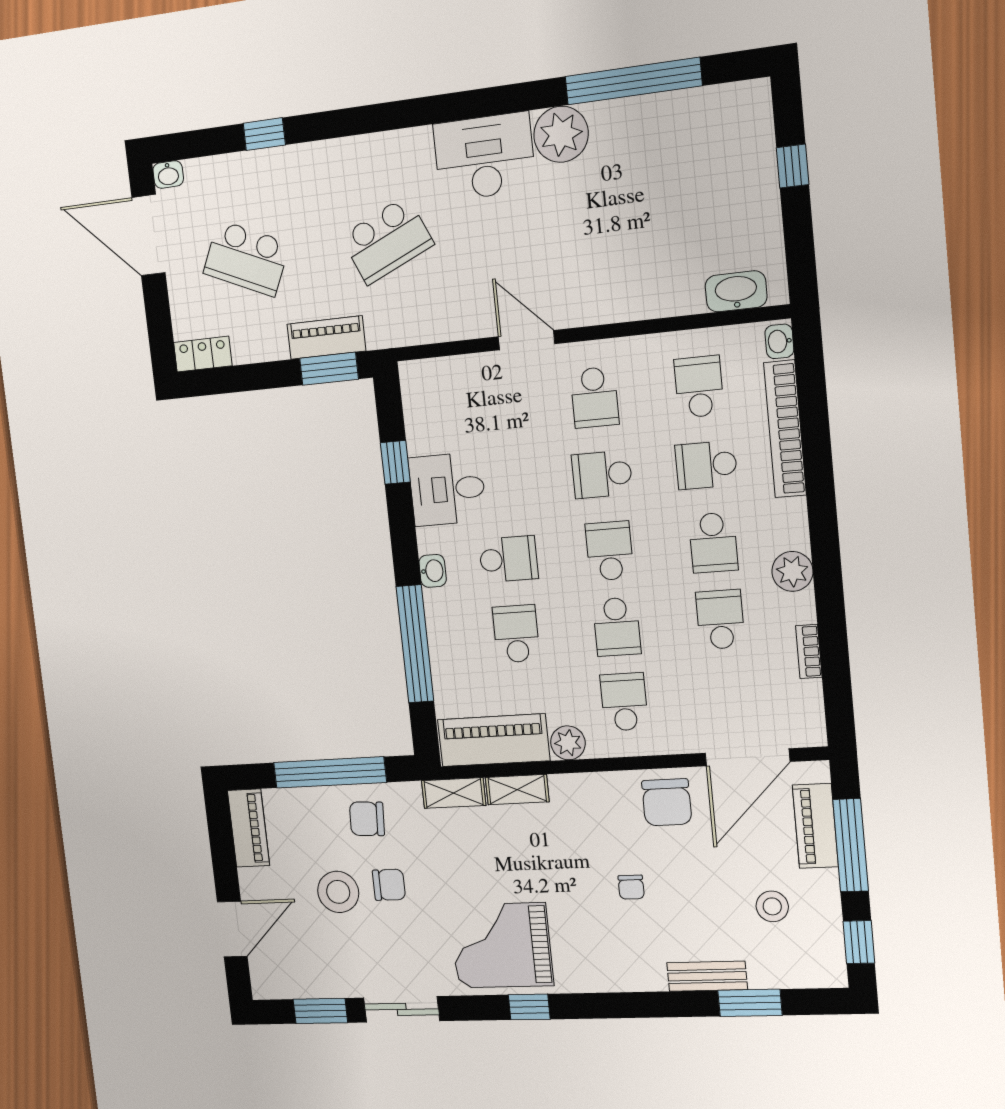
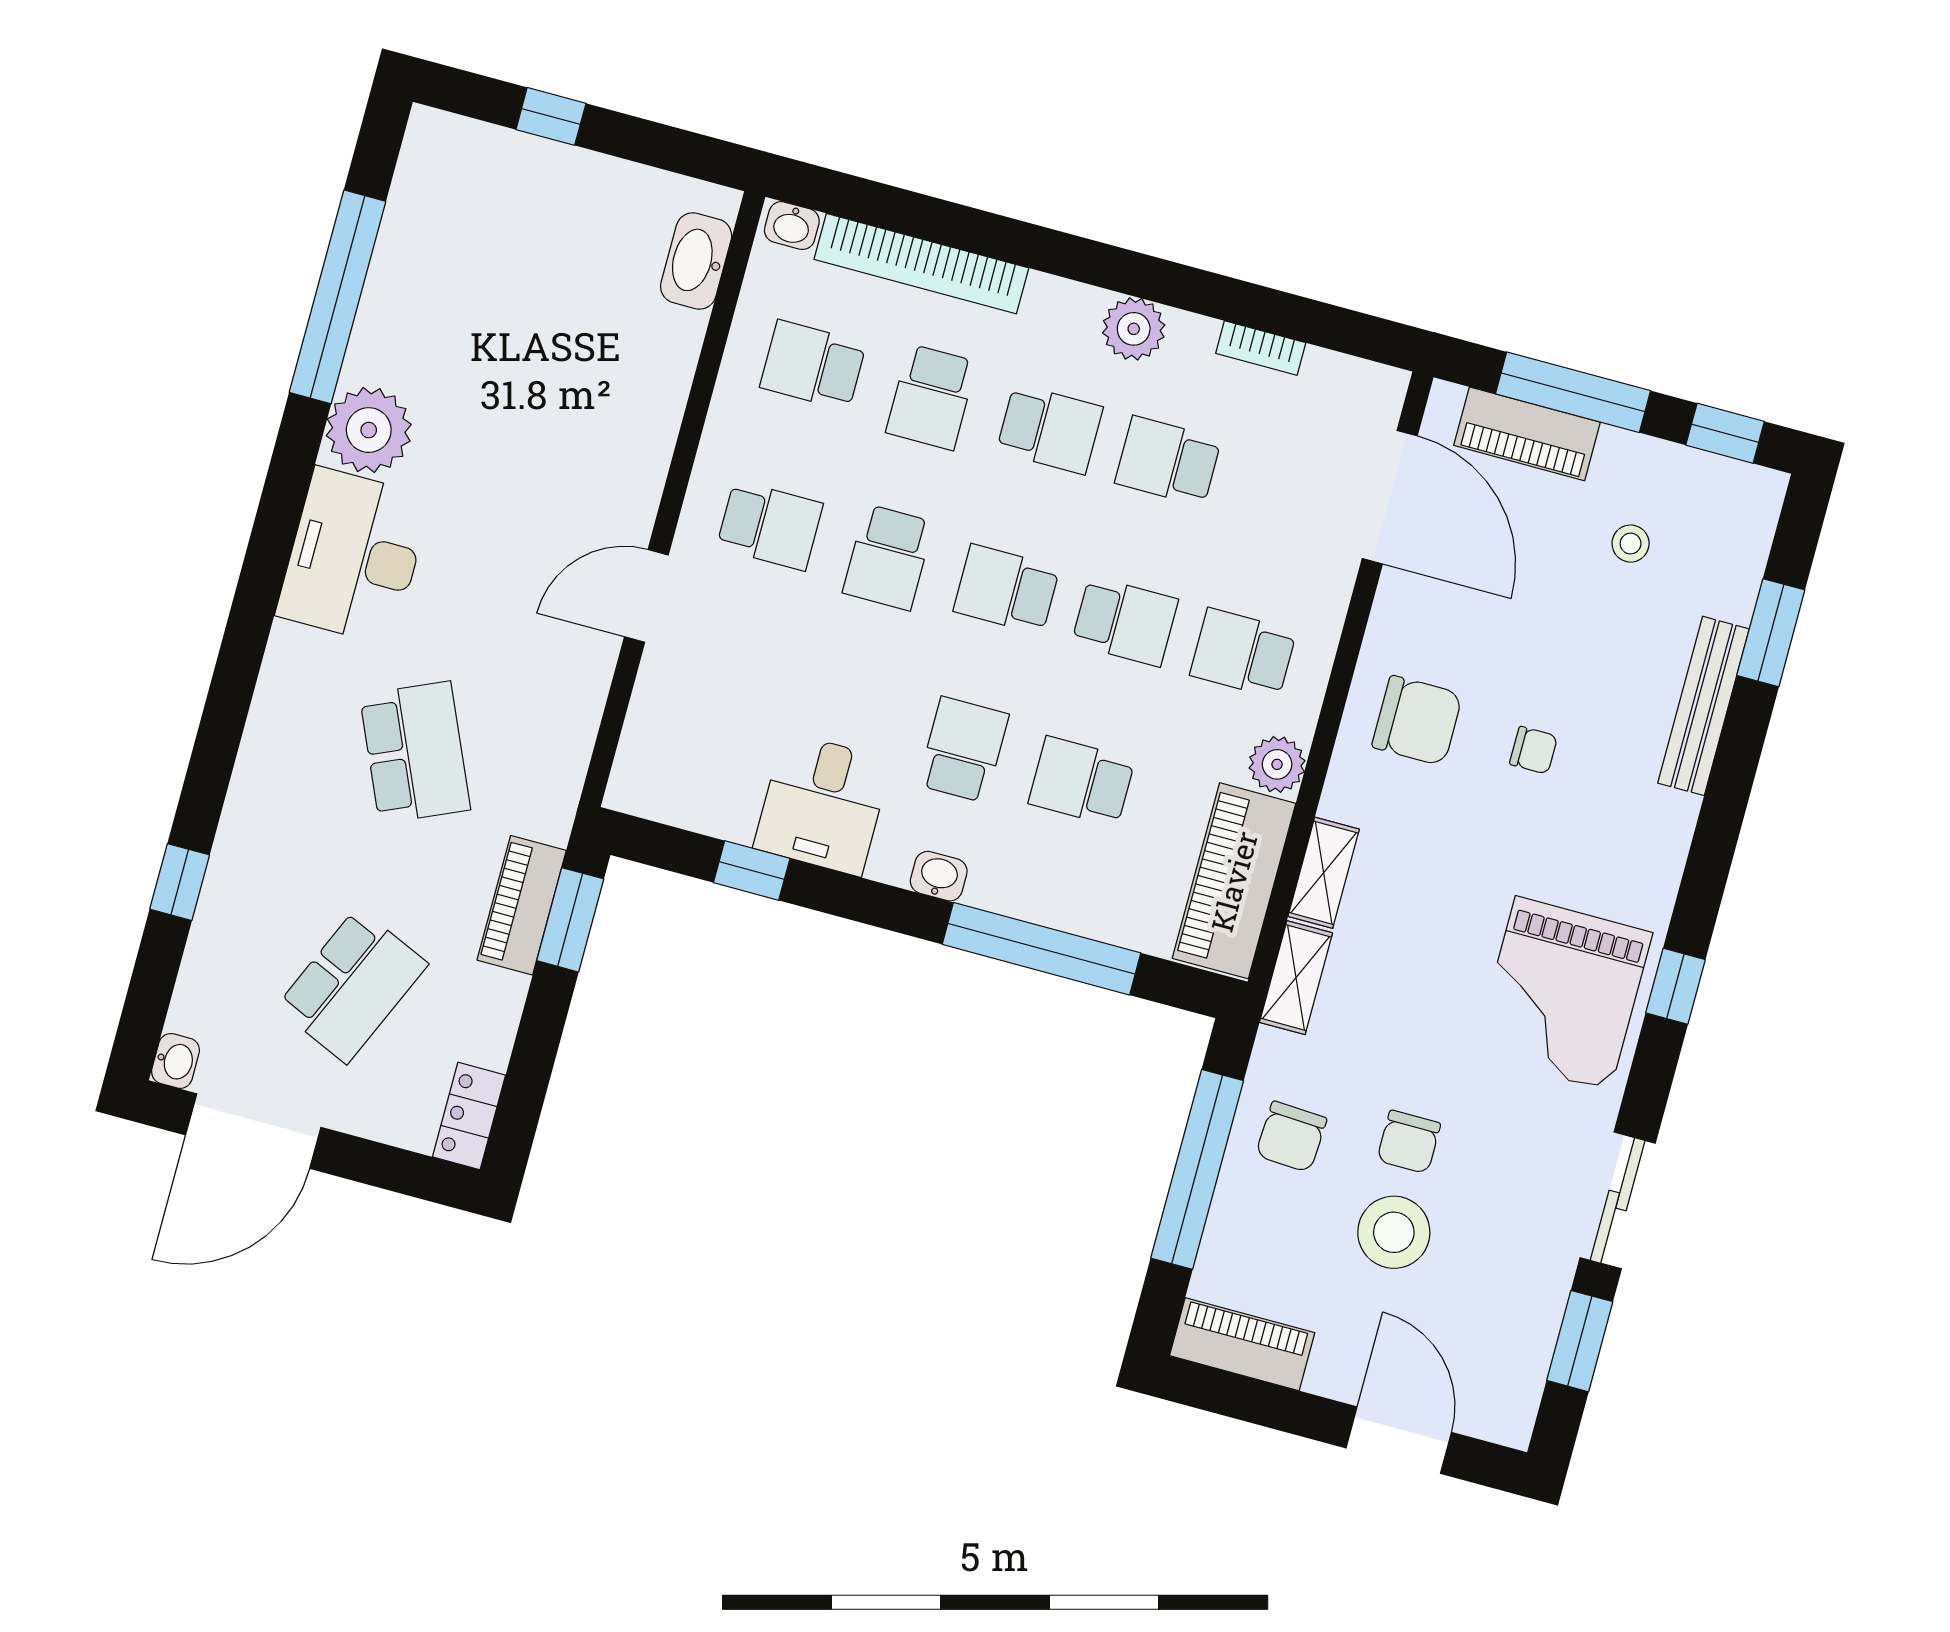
chair: (667, 802) -> (1417, 721), moved
chair: (389, 885) -> (1409, 1142), turned 180
stool: (772, 906) -> (1631, 544), width x0.73, depth x0.73
bench: (707, 976) -> (1703, 706), width x1.36

